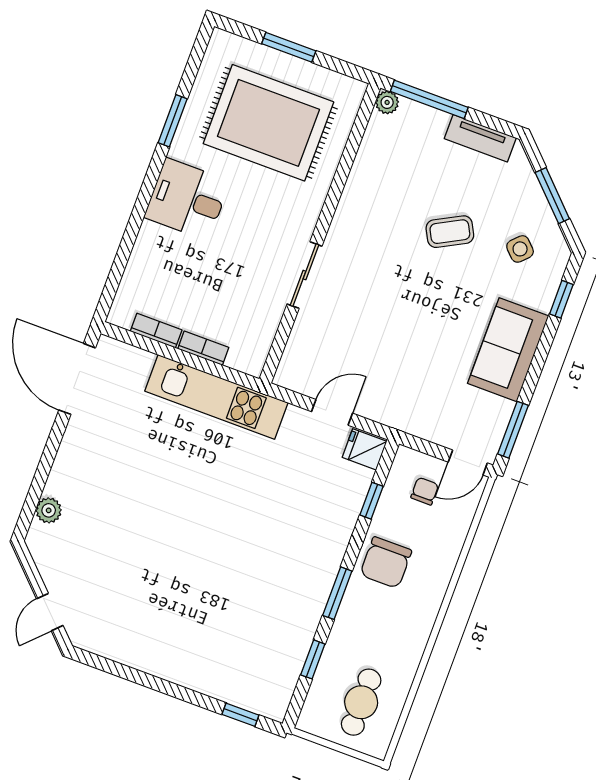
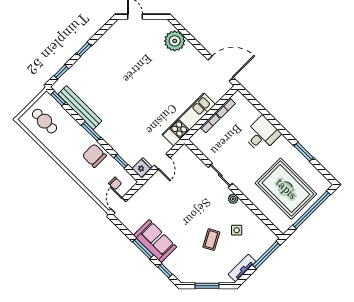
window: (289, 47) -> (312, 210), width x2.11
plant: (387, 102) -> (233, 199), moved
rug: (268, 123) -> (286, 189), turned 90
desk: (187, 199) -> (262, 135), moved
side table: (520, 249) -> (237, 230), moved
window: (513, 430) -> (143, 249), moved
plant: (49, 510) -> (175, 41), width x1.88, depth x1.88
bench: (298, 640) -> (80, 108), added
window: (313, 659) -> (58, 98), moved
window: (170, 689) -> (84, 49), added

